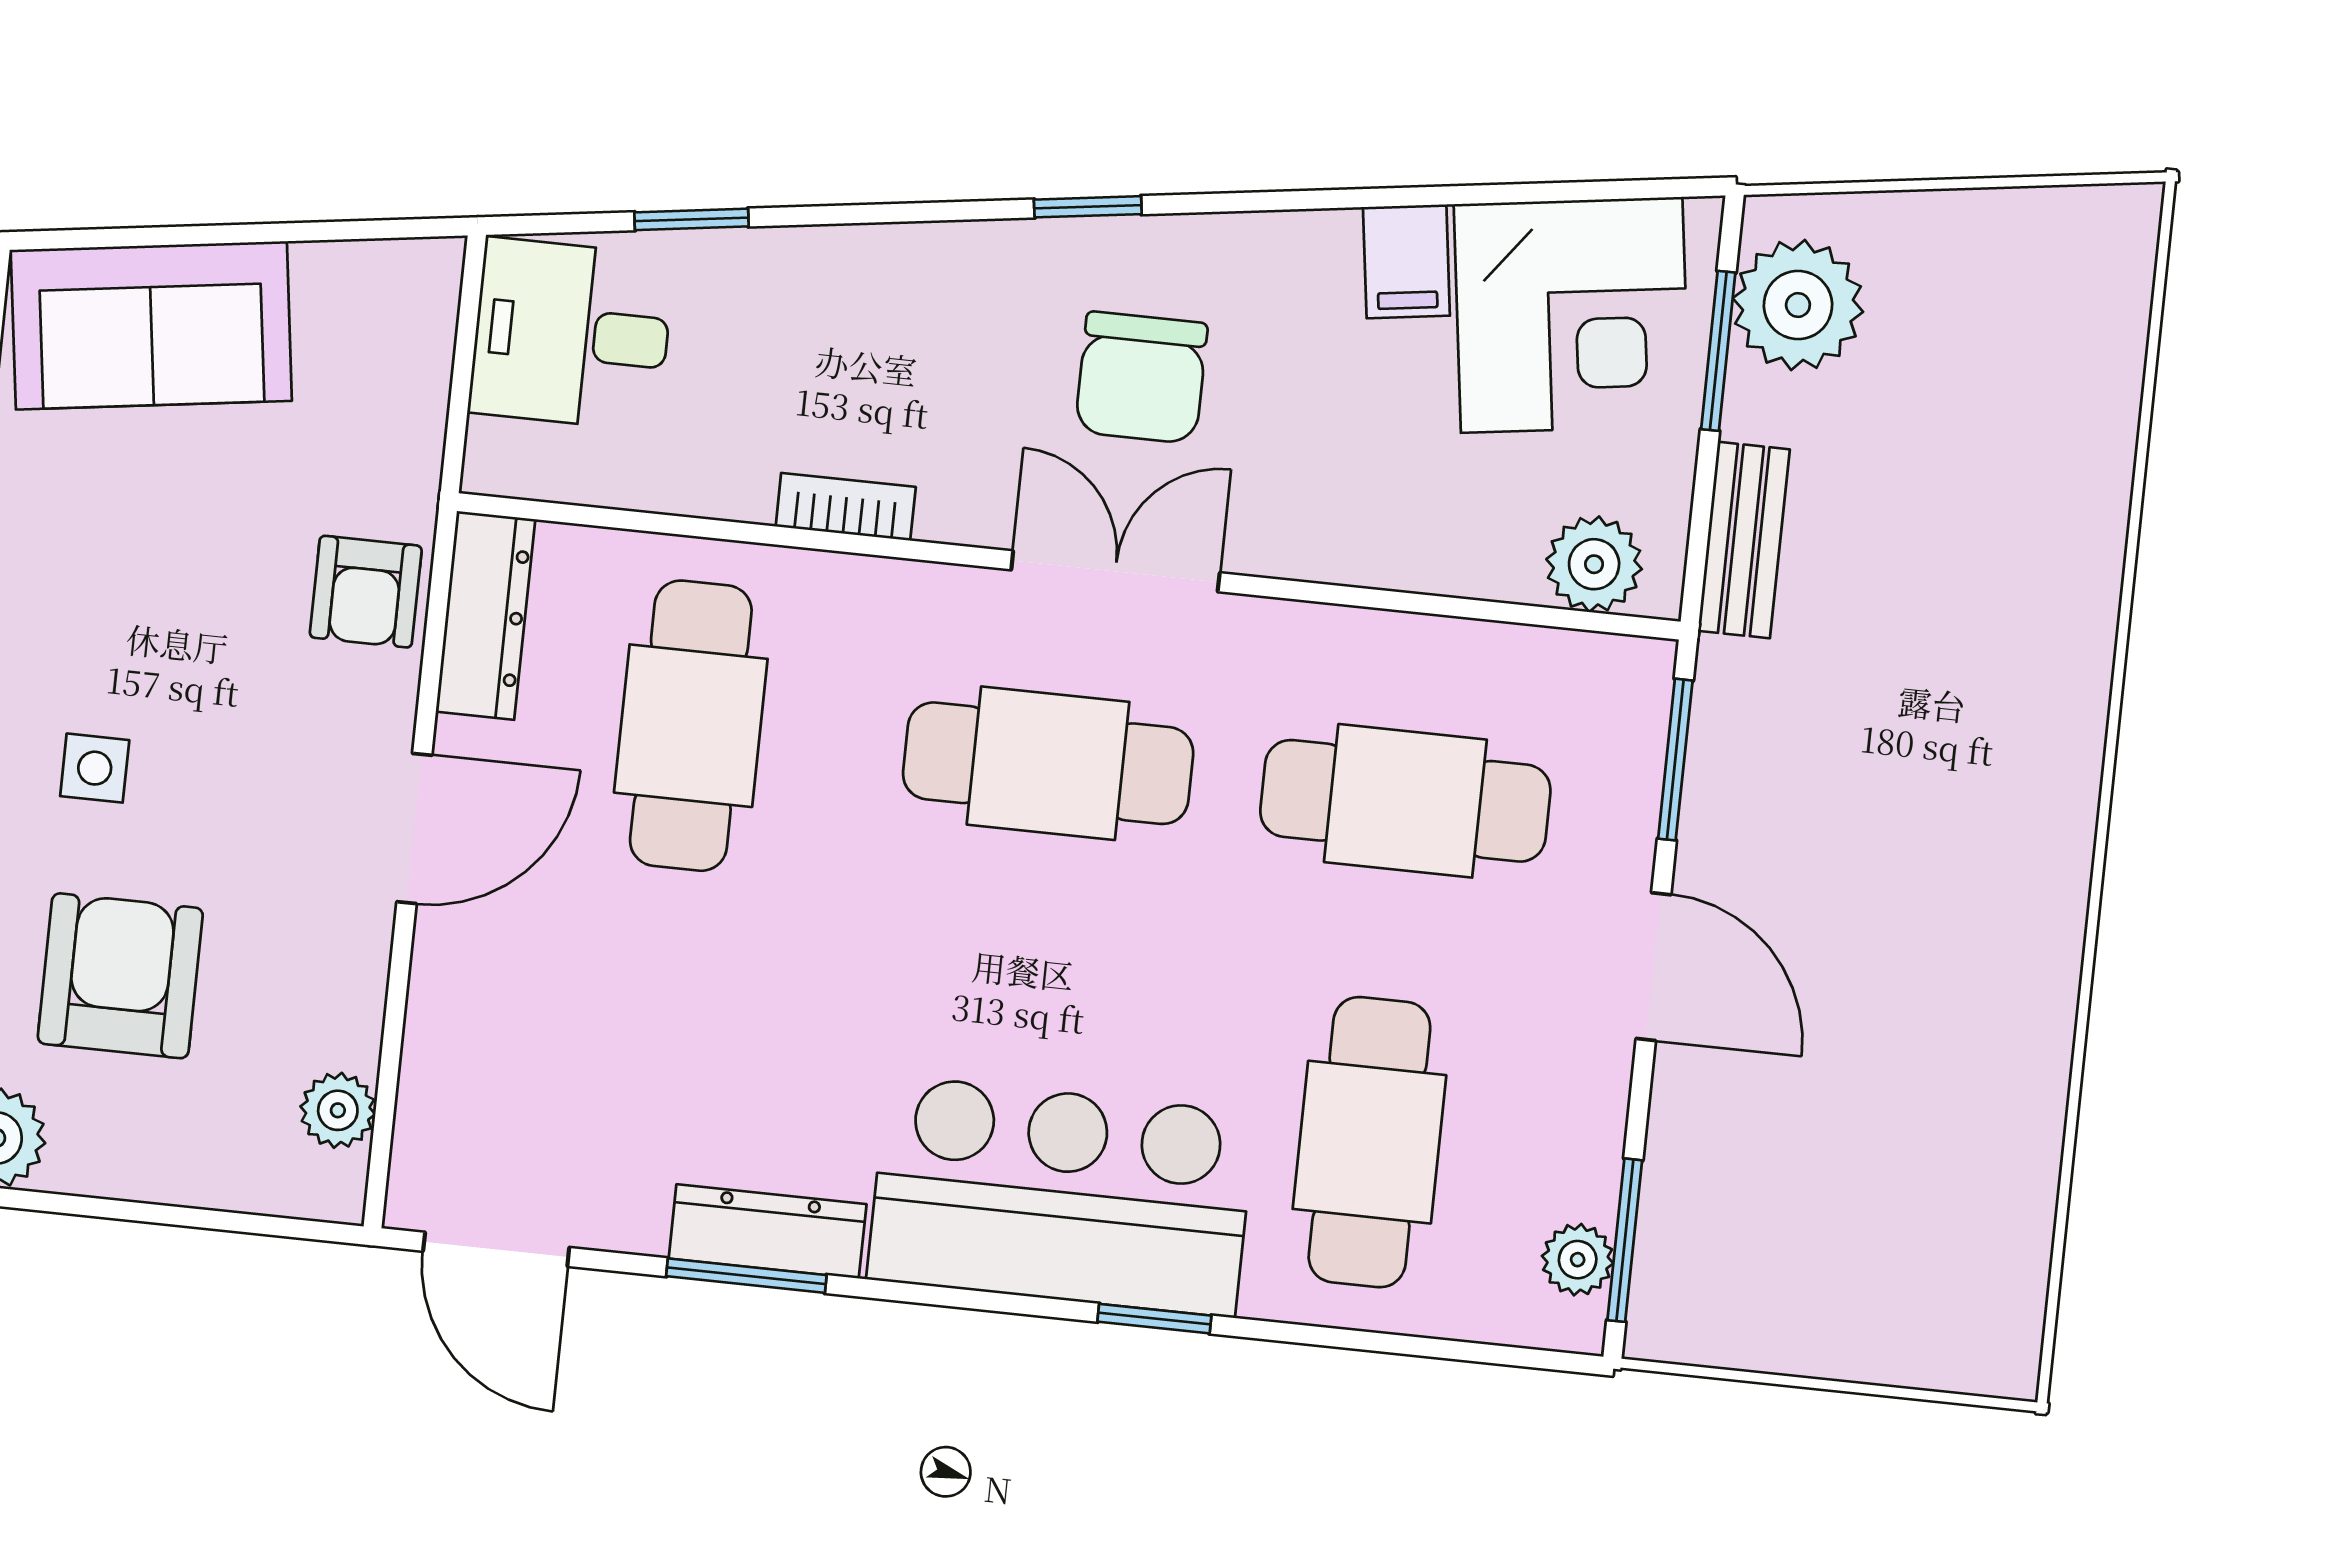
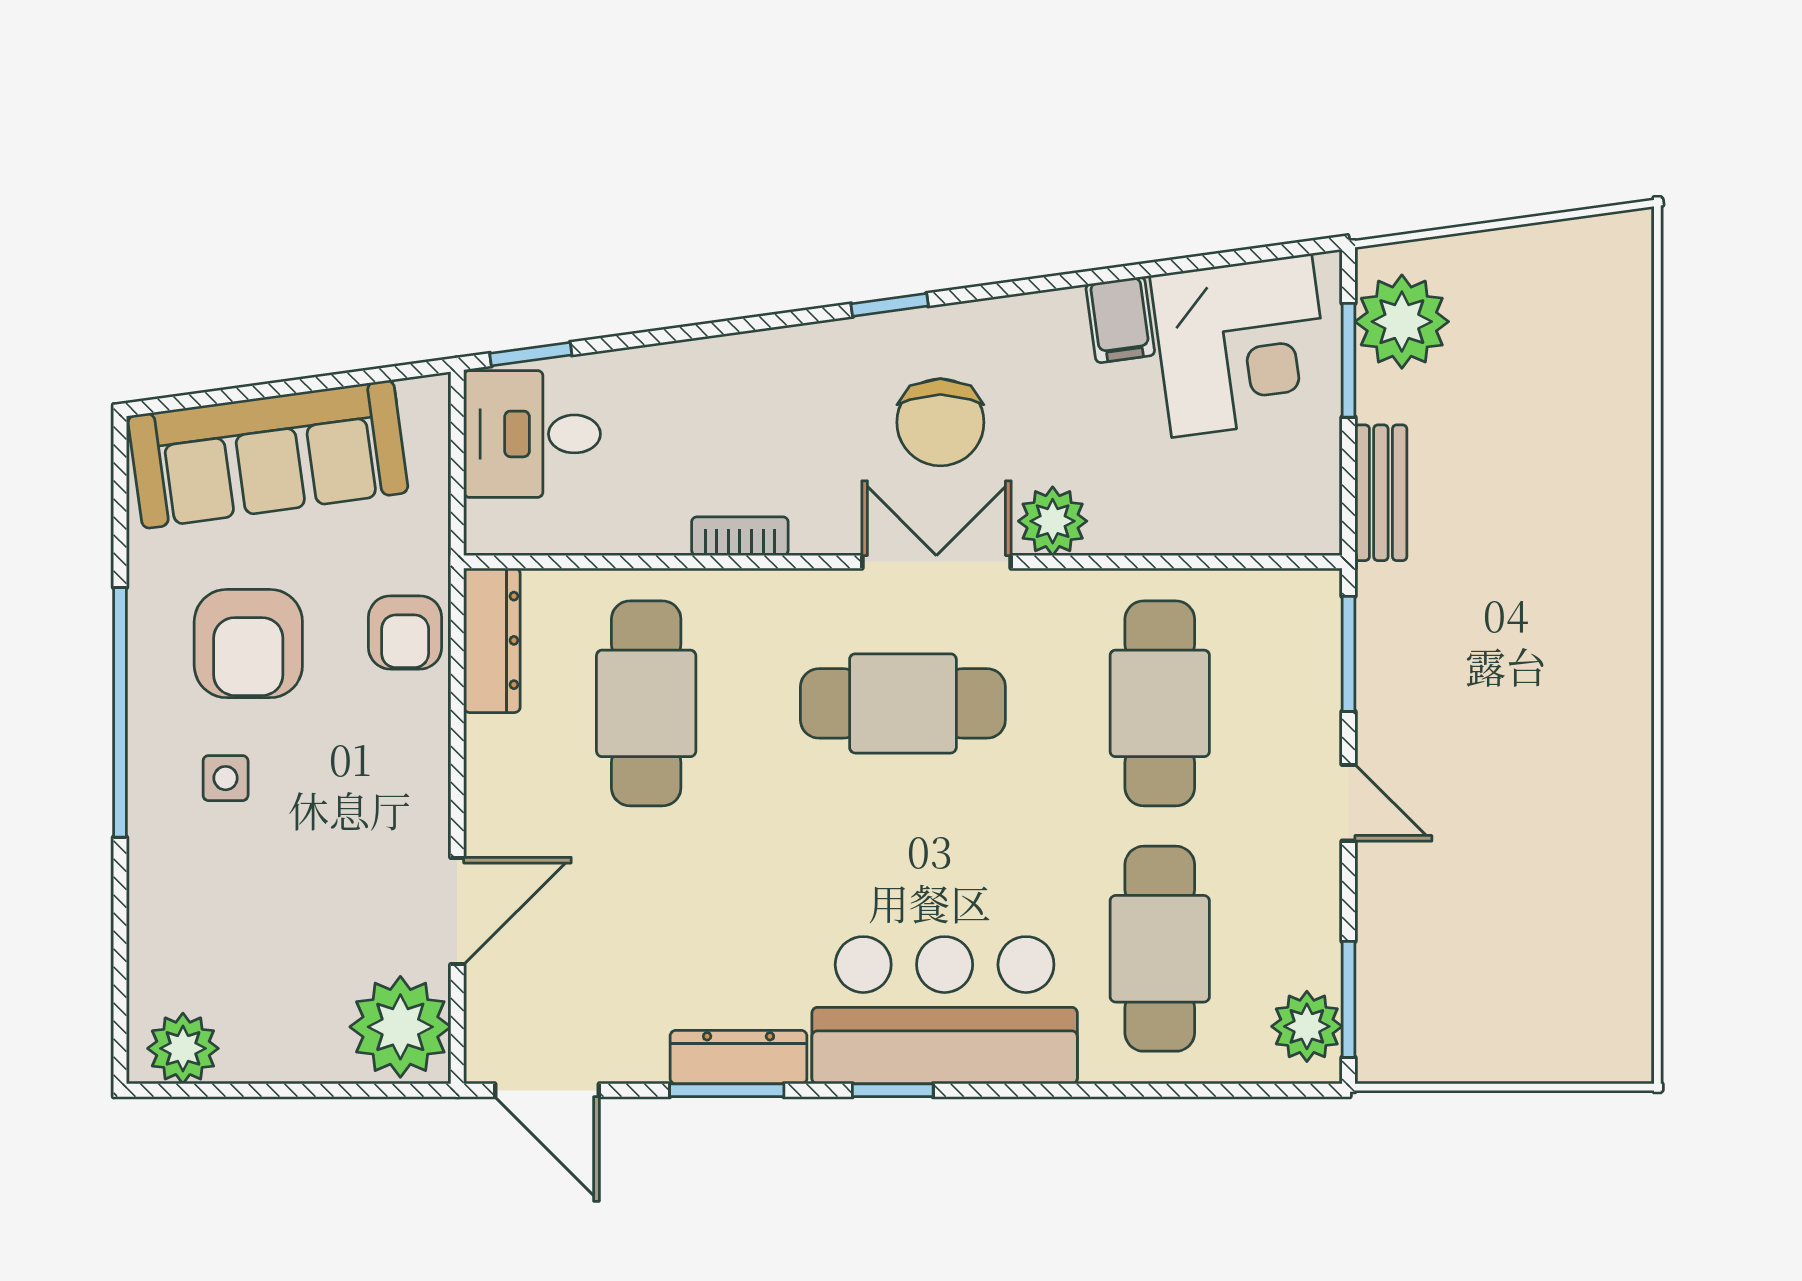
window: (692, 219) -> (531, 354), moved
sofa: (151, 325) -> (268, 454), width x1.36
plant: (1594, 564) -> (1053, 521), moved
cafe table: (1405, 801) -> (1160, 703), turned 90
door: (414, 829) -> (457, 911), moved
door: (1654, 967) -> (1349, 803), width x0.73
armchair: (120, 976) -> (248, 644), moved, turned 180
plant: (338, 1110) -> (400, 1027), width x1.87, depth x1.87
plant: (1578, 1260) -> (1307, 1026), width x1.38, depth x1.38
window: (1154, 1319) -> (893, 1090), moved

